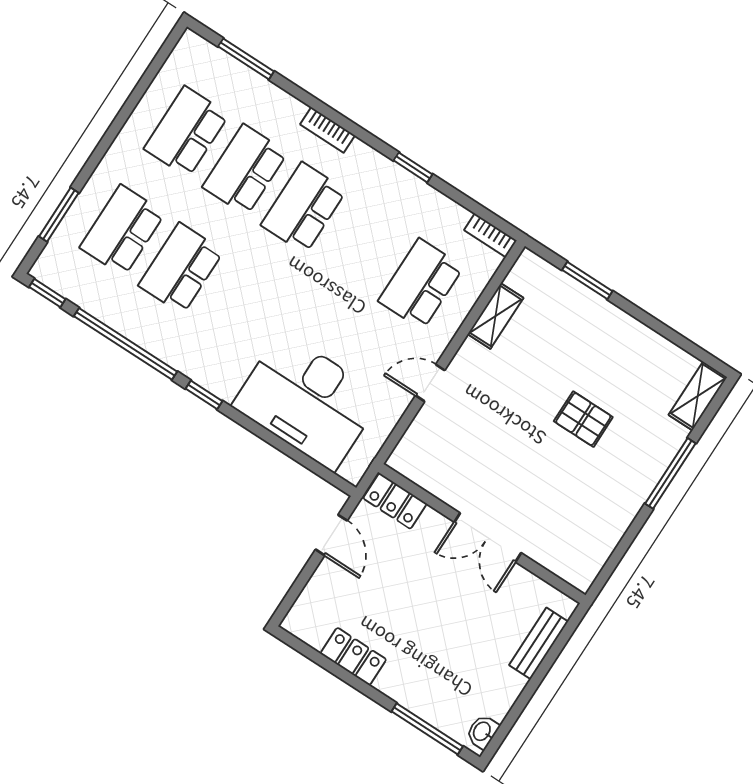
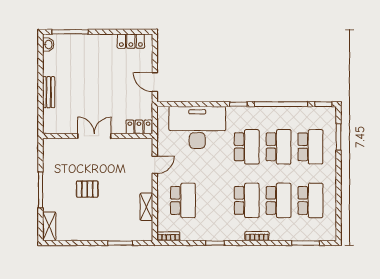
school desk: (240, 306) -> (247, 147), added
locker: (395, 501) -> (139, 127), moved
wall: (482, 534) -> (98, 136), moved
double door: (488, 538) -> (94, 136), moved
locker: (353, 656) -> (131, 41), moved

